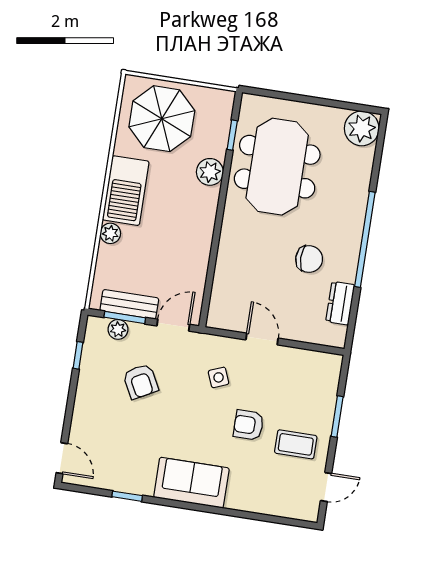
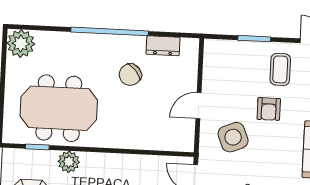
chair: (309, 259) -> (130, 75), turned -131
side table: (219, 377) -> (233, 137), width x1.87, depth x1.87

